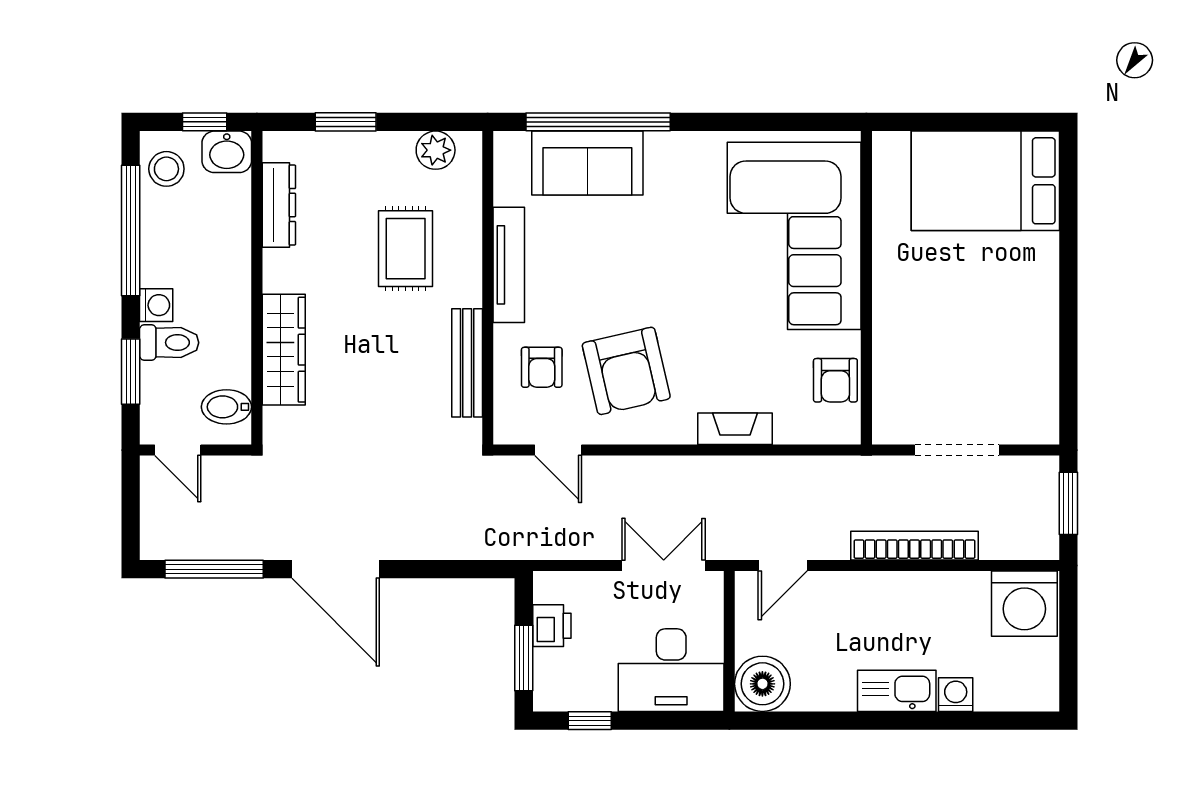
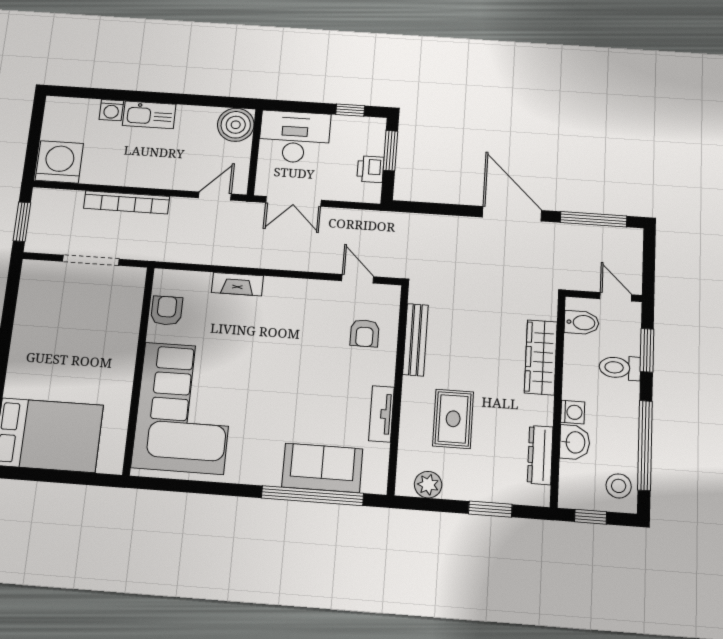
washbasin: (227, 152) -> (575, 442), moved, turned 90
tv unit: (509, 265) -> (381, 414), width x0.71
washing machine: (156, 305) -> (573, 412), moved, turned 180
armchair: (542, 367) -> (365, 333), turned 180
armchair: (626, 371) -> (307, 327), removed

